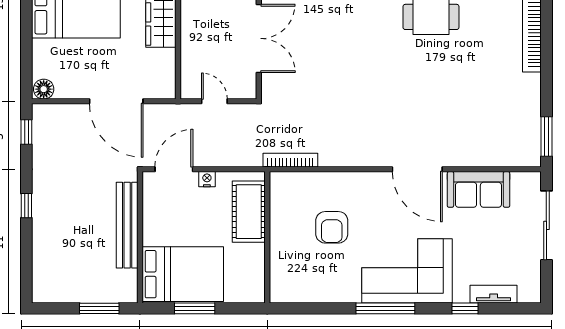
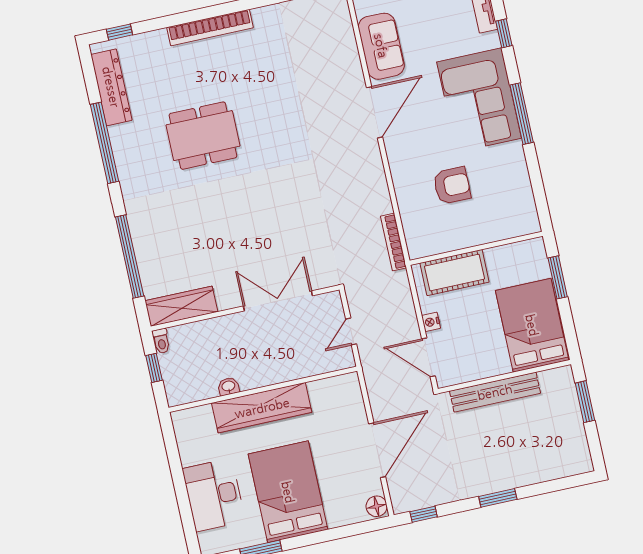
door: (116, 101) -> (377, 450), moved
window: (26, 206) -> (498, 498), width x1.50
window: (195, 308) -> (558, 277), moved

